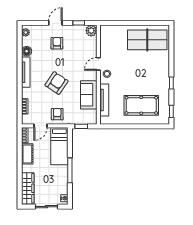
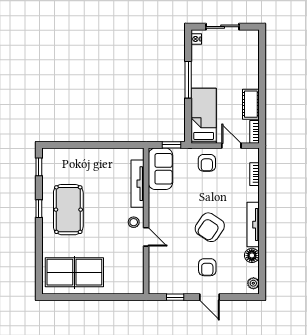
door: (55, 23) -> (210, 297), hinge flipped
plant: (91, 31) -> (157, 286), removed
door: (98, 64) -> (146, 237), hinge flipped
armchair: (57, 83) -> (210, 227), moved
sofa: (89, 95) -> (160, 169), moved
pool table: (141, 105) -> (68, 210), moved, turned 90
door: (41, 126) -> (231, 146), hinge flipped
wardrobe: (28, 188) -> (250, 54), removed

